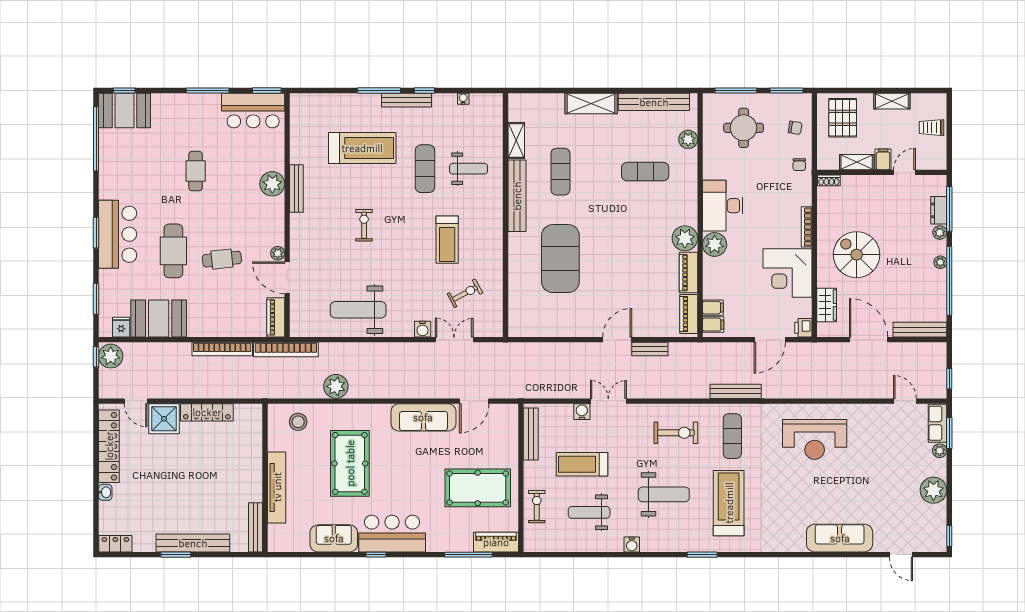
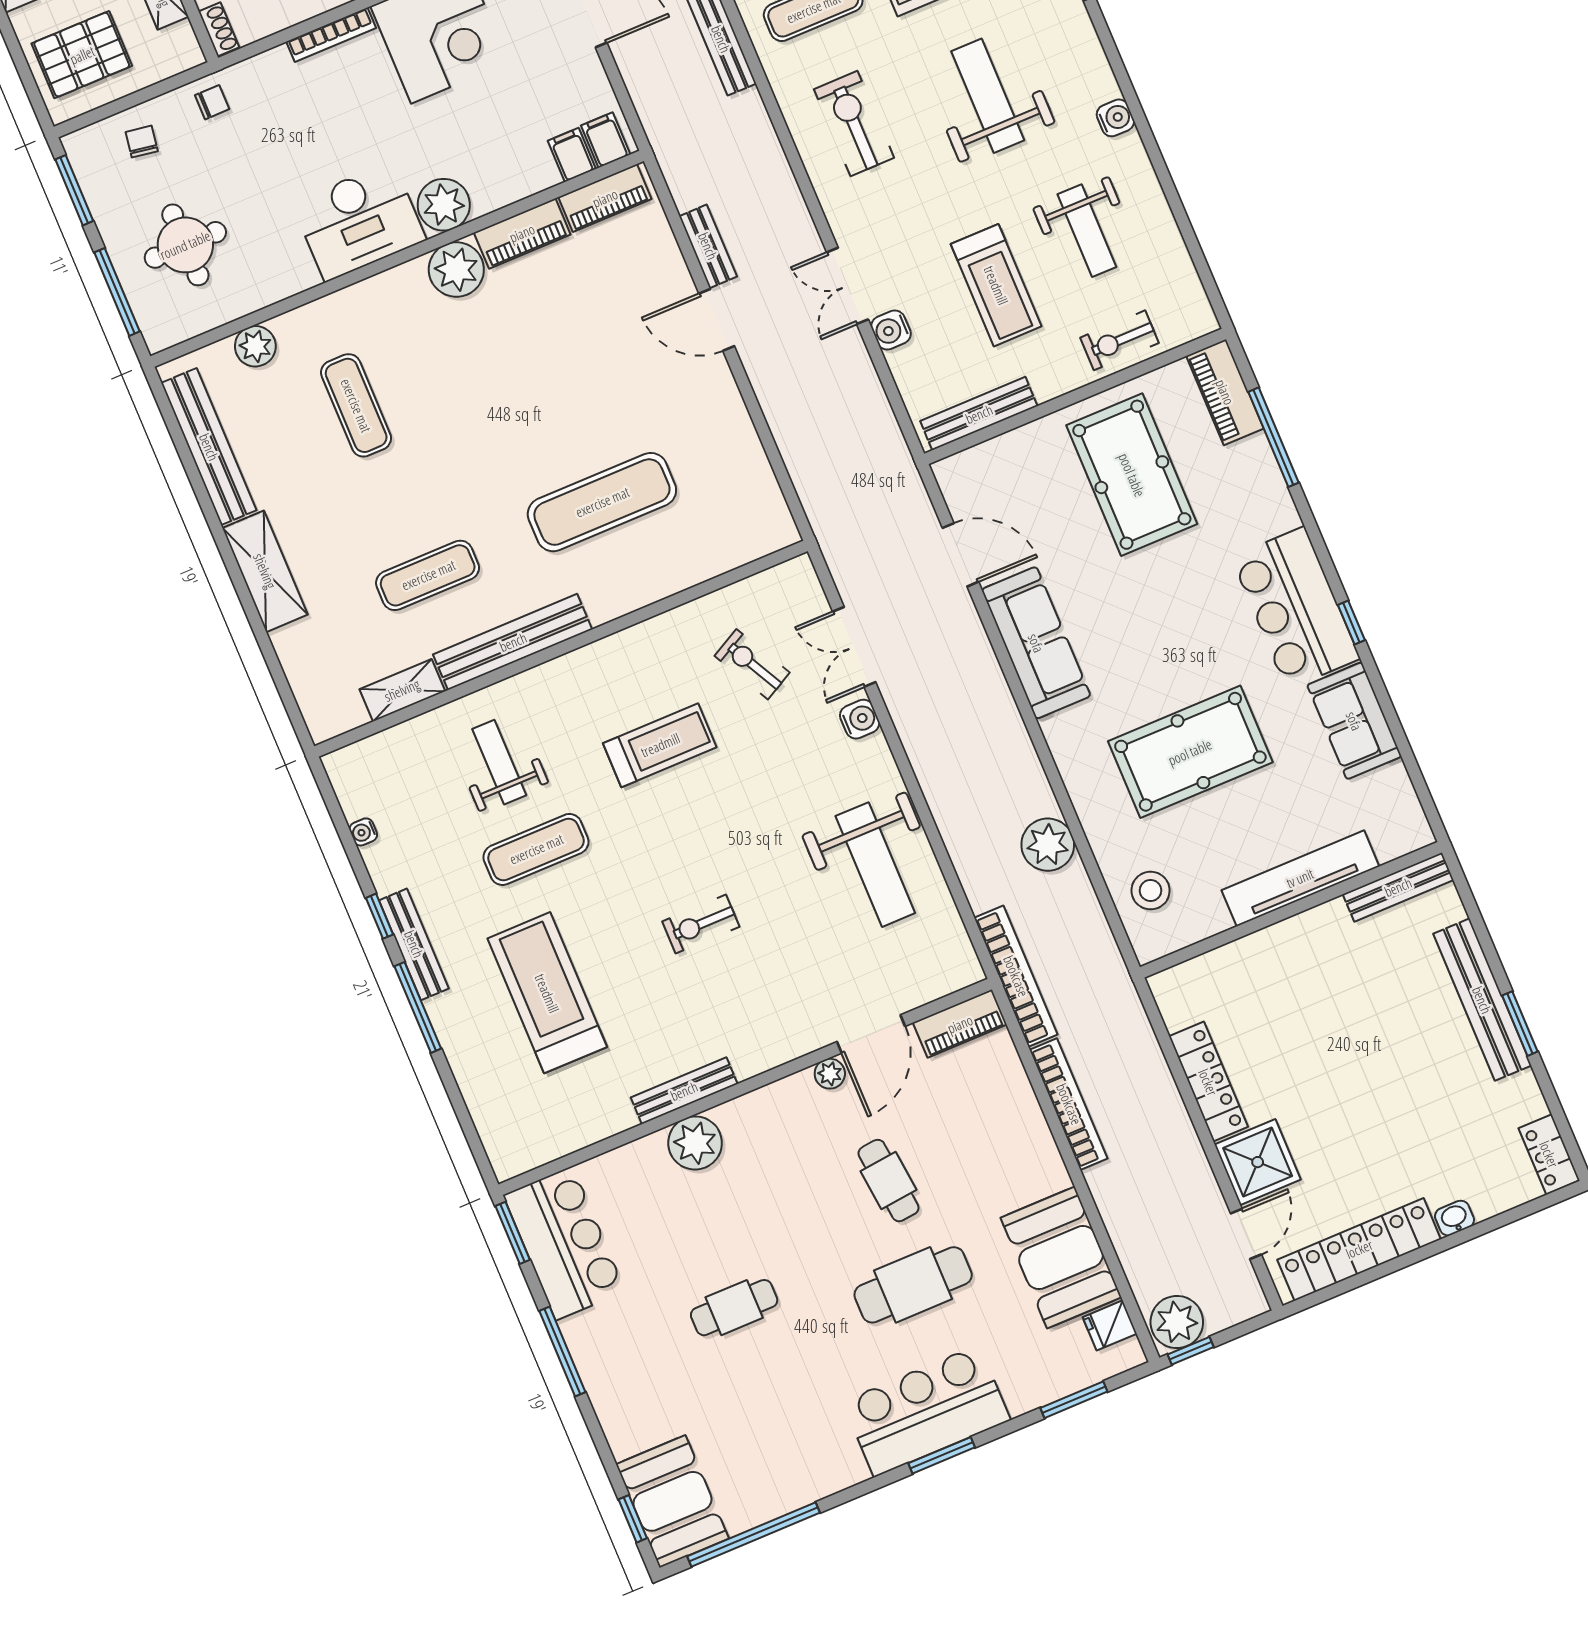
exercise mat: (560, 259) -> (602, 502), width x0.68

